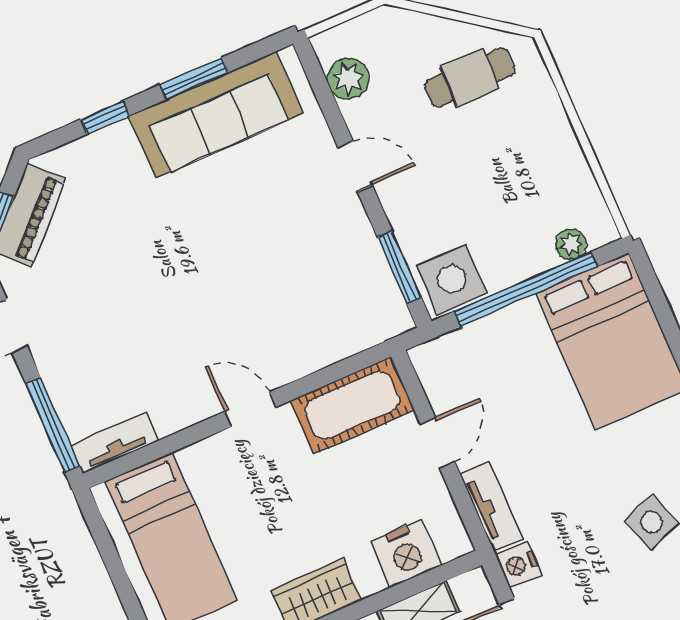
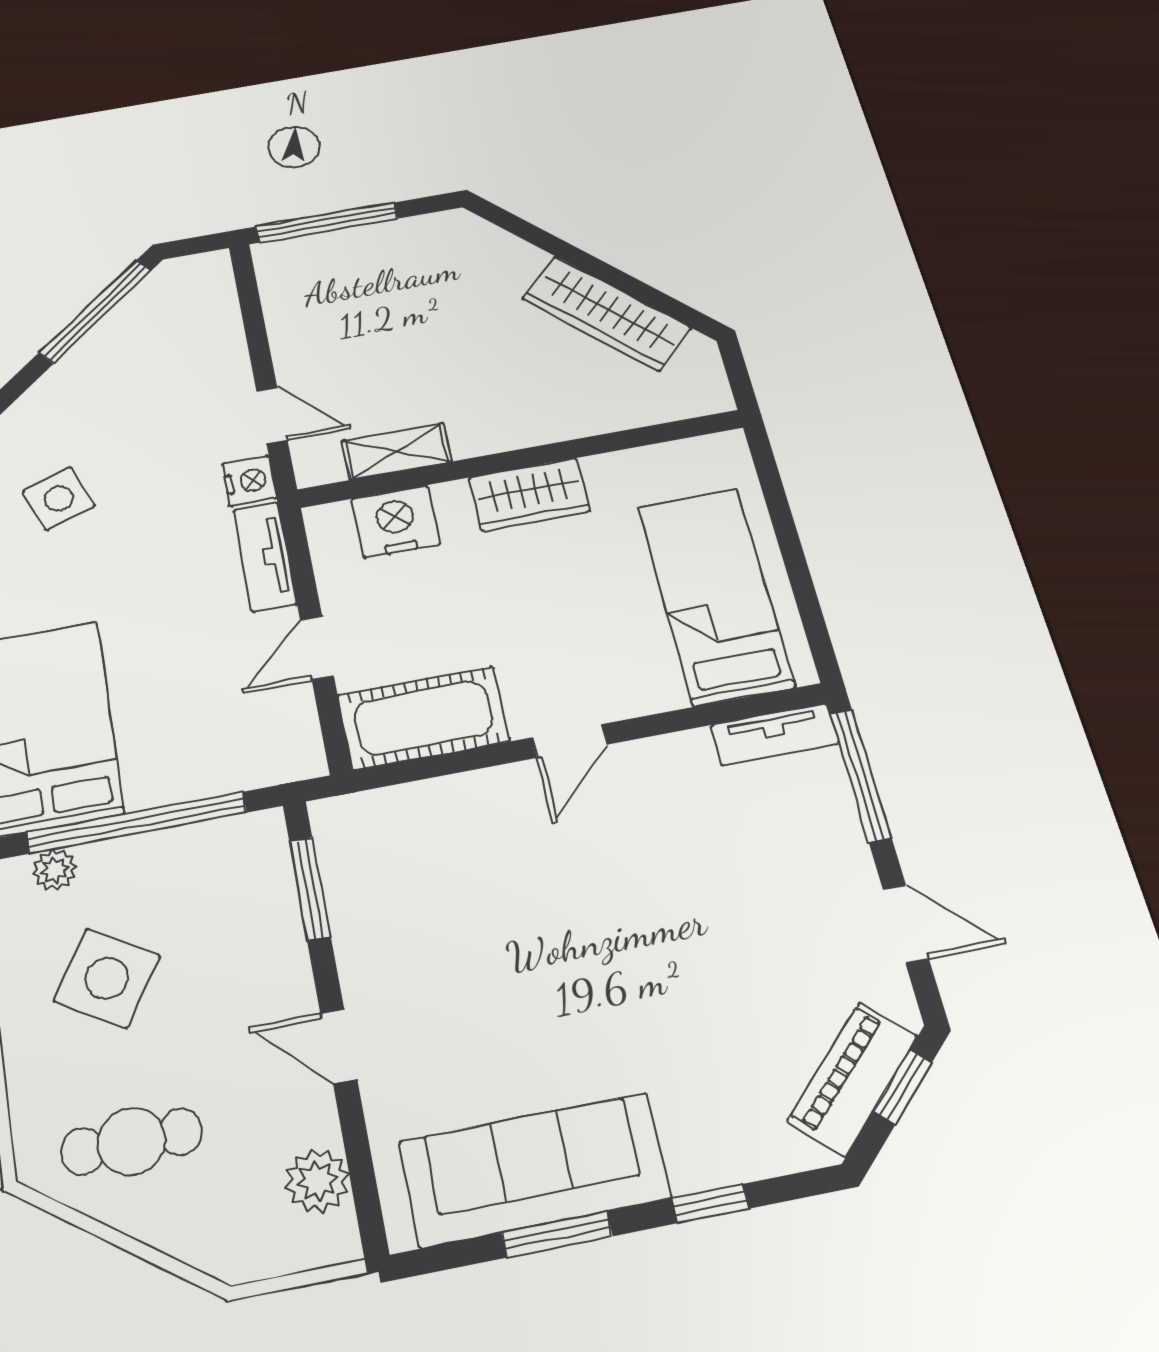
side table: (452, 279) -> (107, 978), moved, turned 32
door: (250, 409) -> (570, 741), hinge flipped

